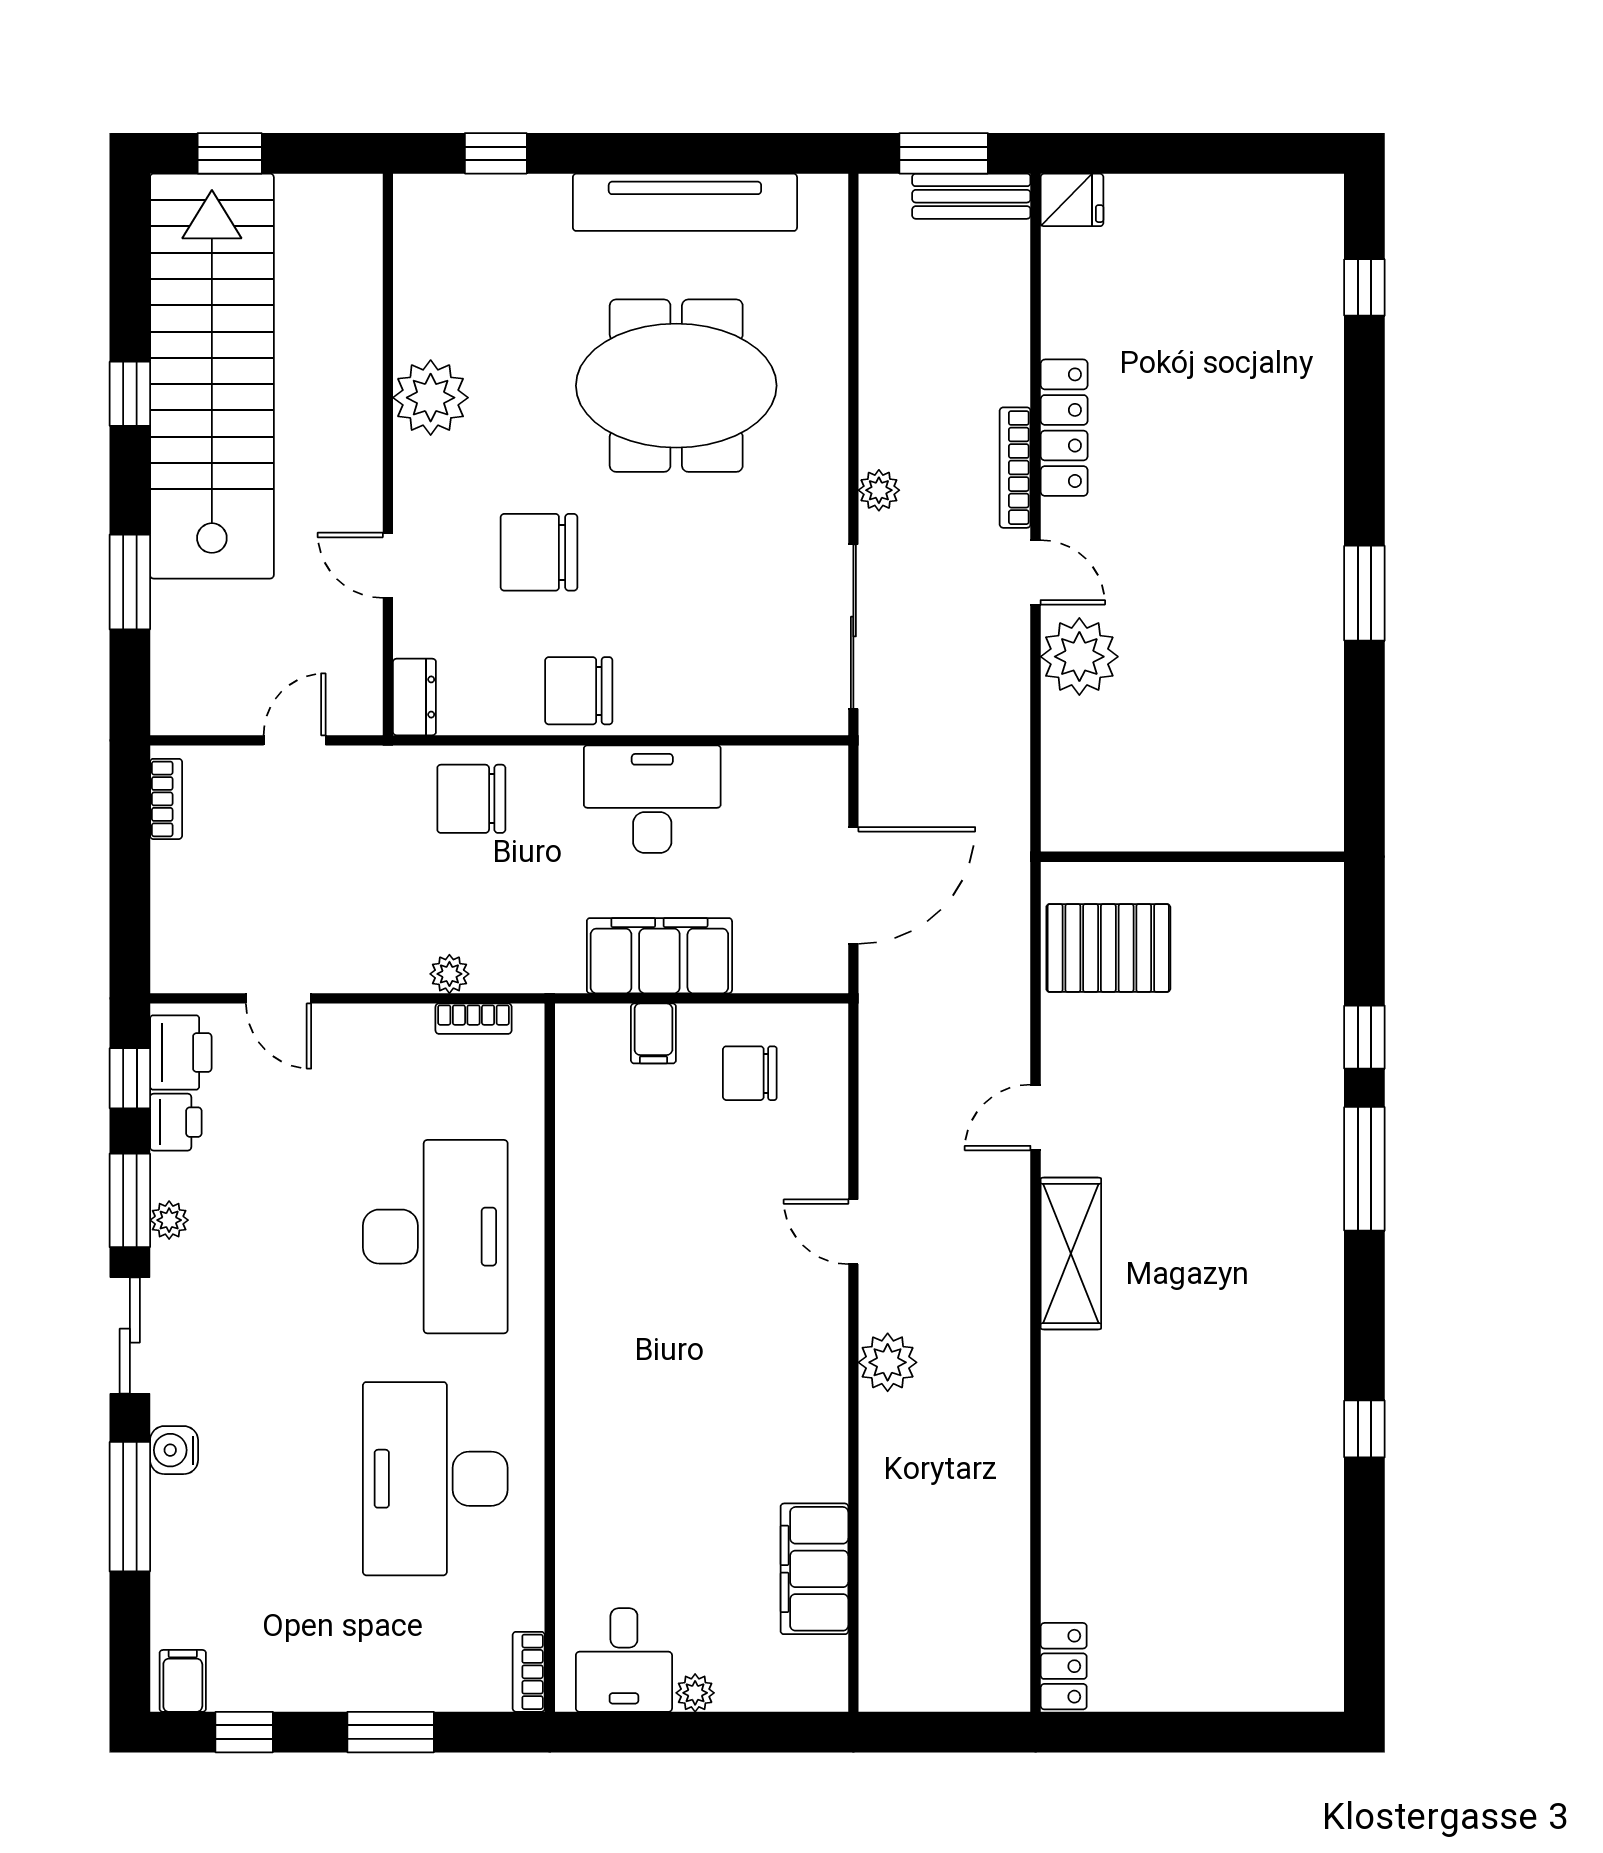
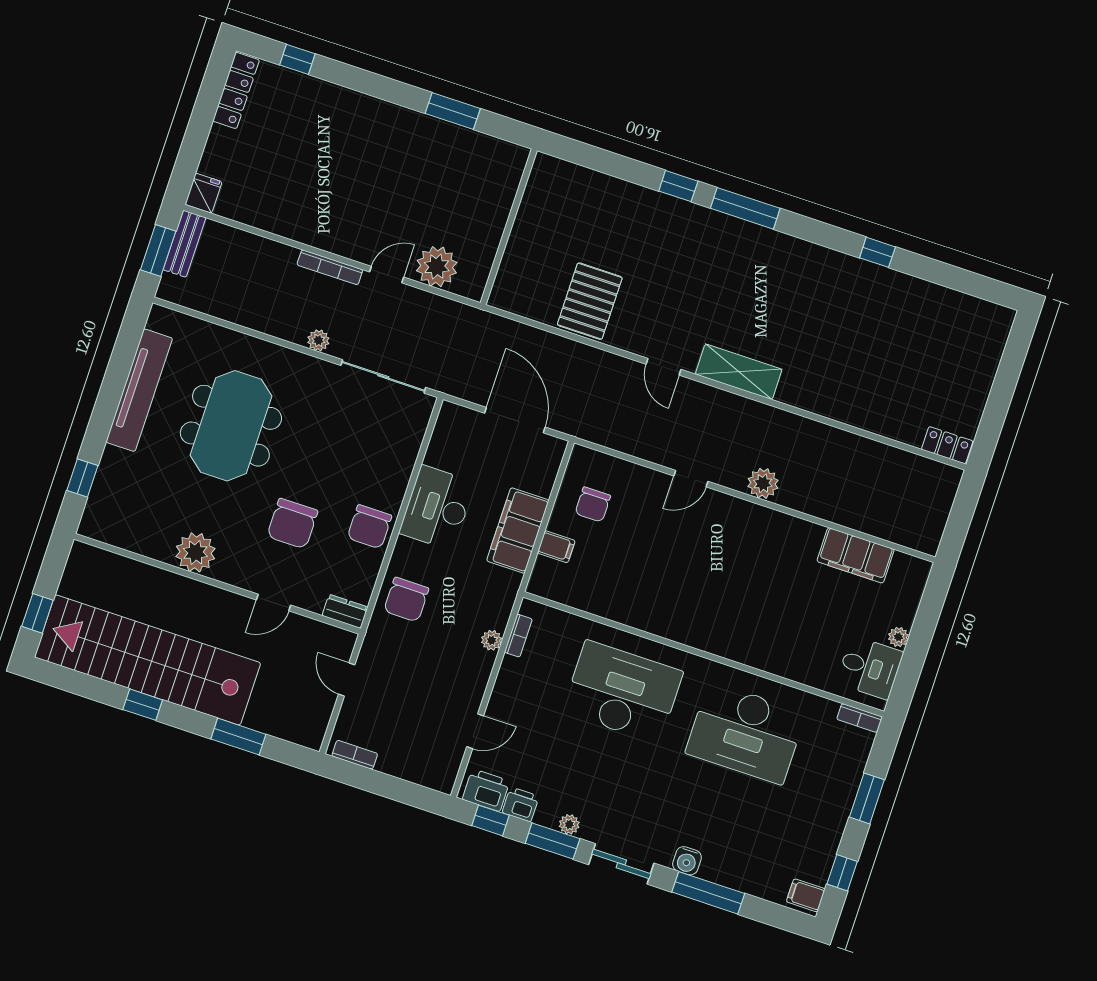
locker: (1064, 428) -> (236, 90), moved, turned 90
wall: (1192, 857) -> (509, 227), moved

